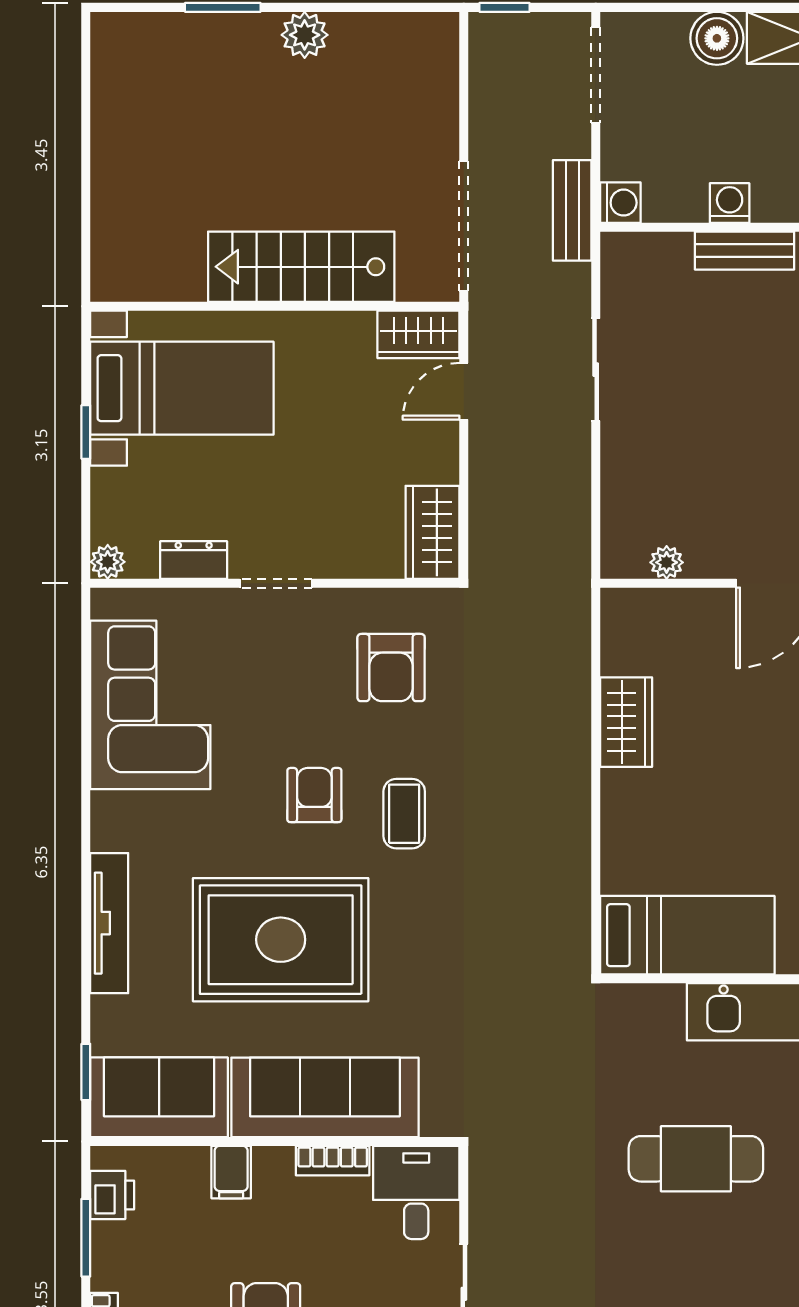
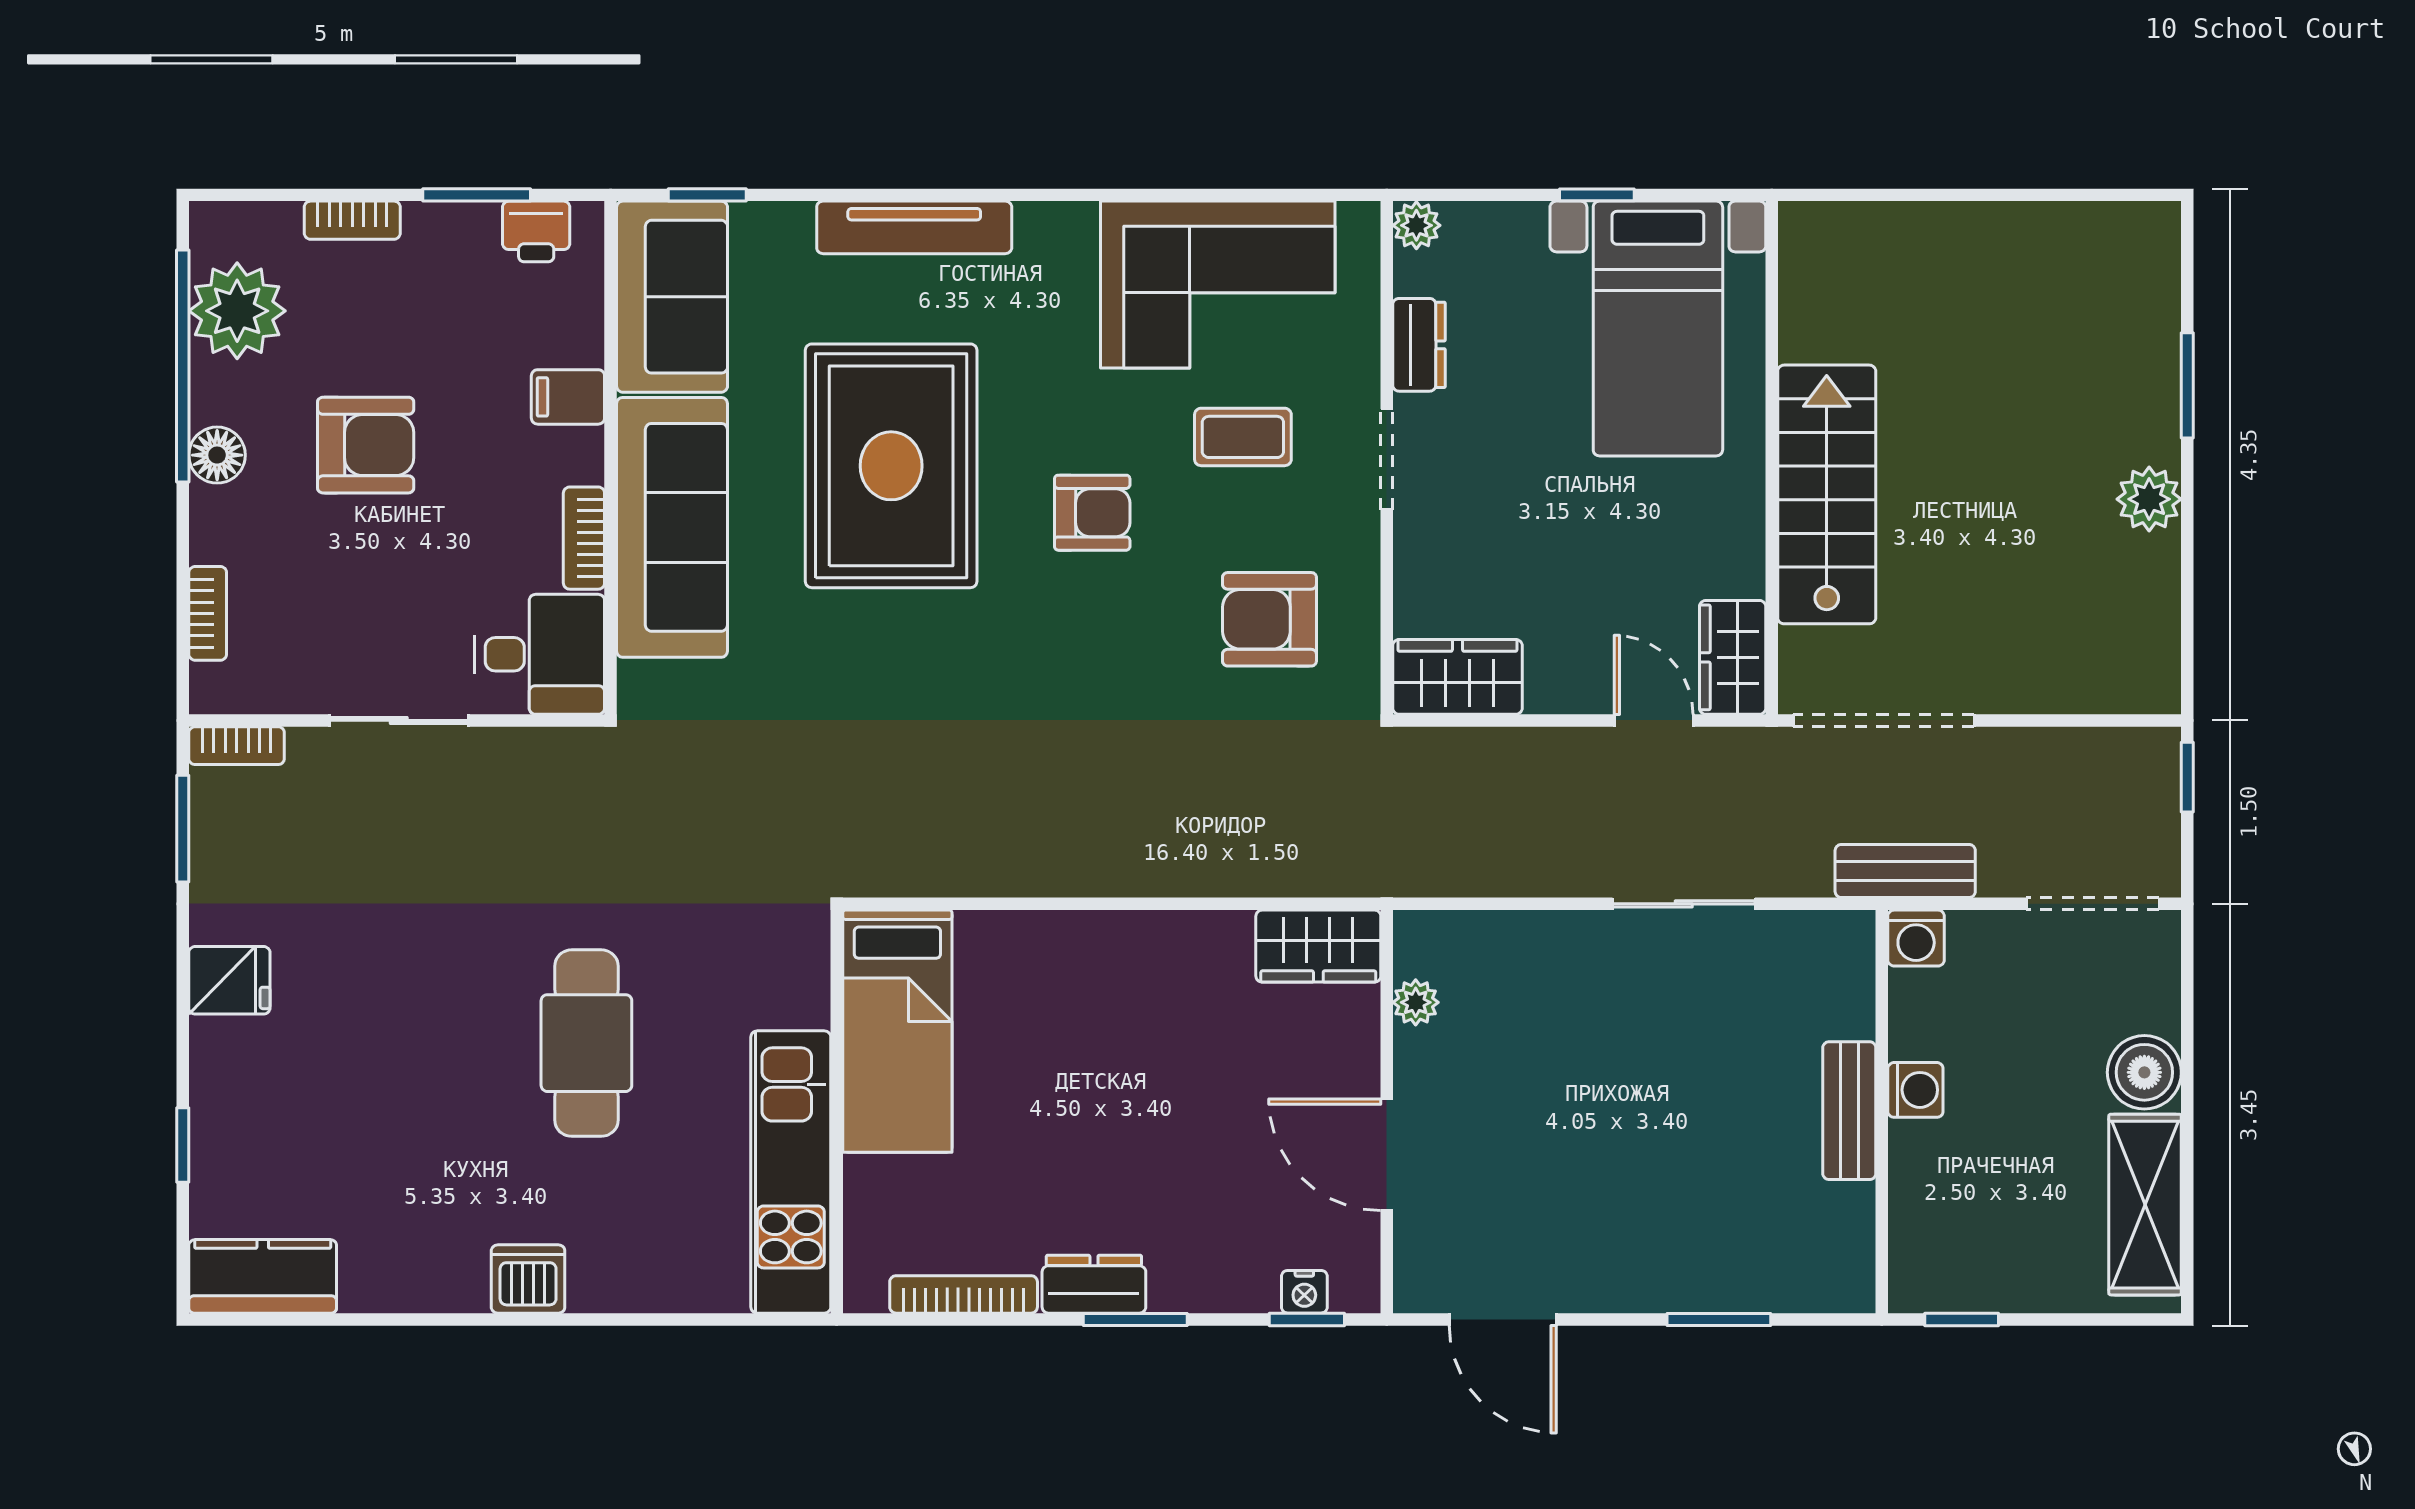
wardrobe: (626, 722) -> (1318, 946), moved
coffee table: (404, 814) -> (1243, 437), moved

